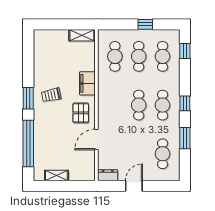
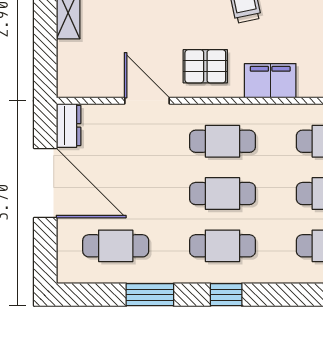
cafe table: (115, 105) -> (222, 141), added
door: (134, 186) -> (45, 183), width x1.88

